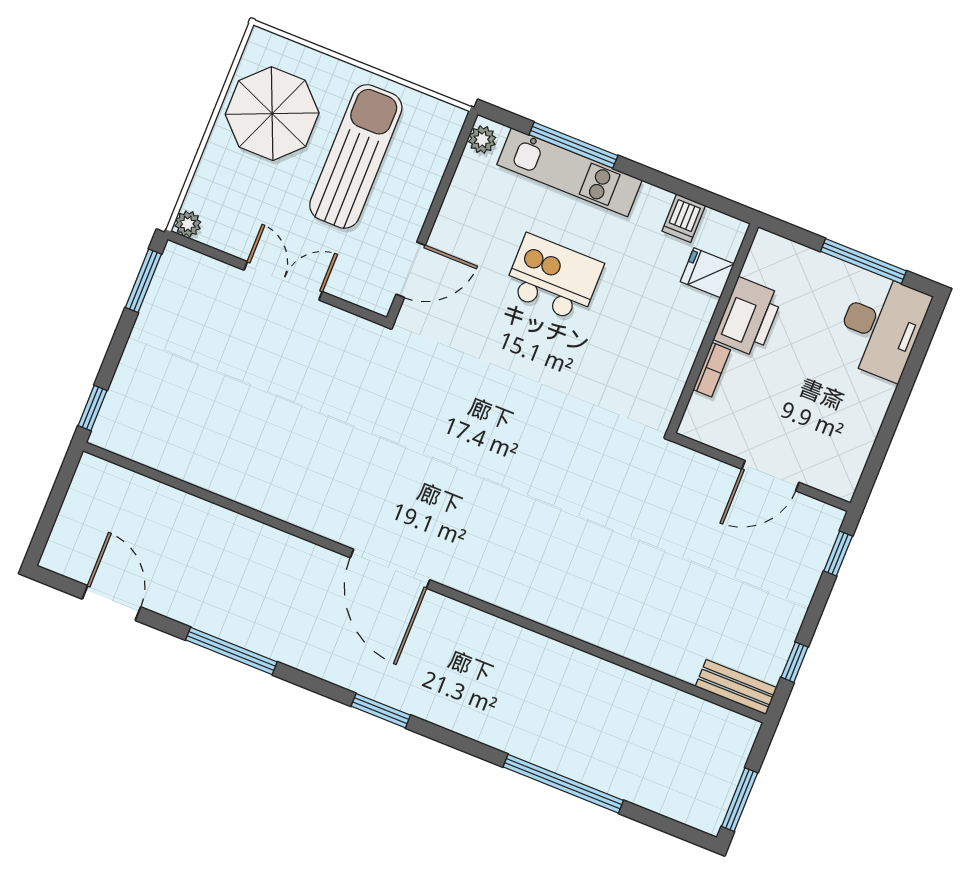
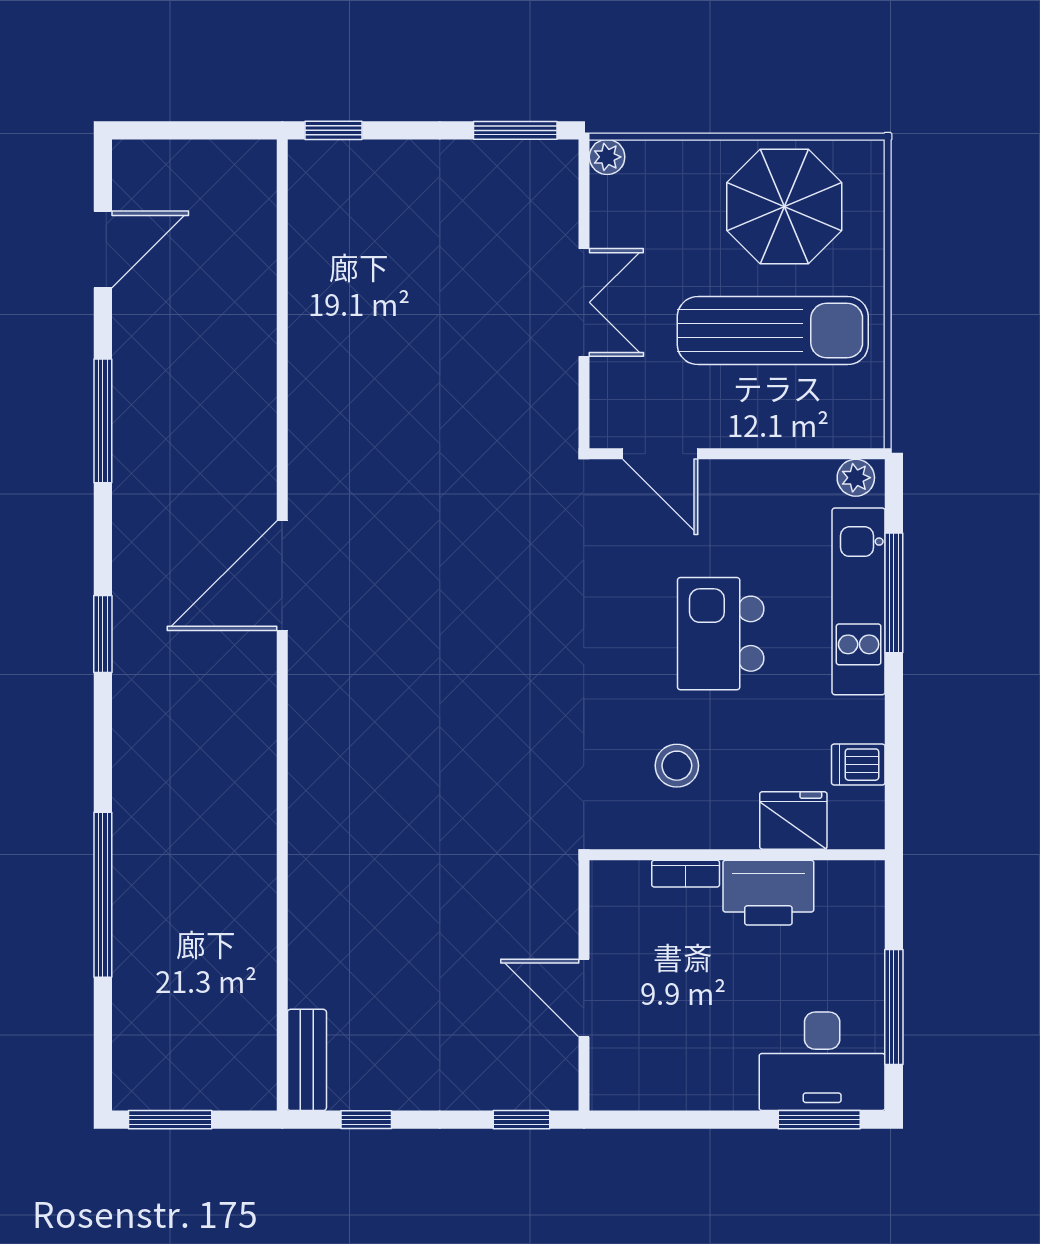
fridge: (707, 273) -> (793, 820), width x1.38
kitchen island: (553, 278) -> (721, 634), turned 180
window: (921, 345) -> (819, 1120), added
stool: (634, 346) -> (677, 766), added

